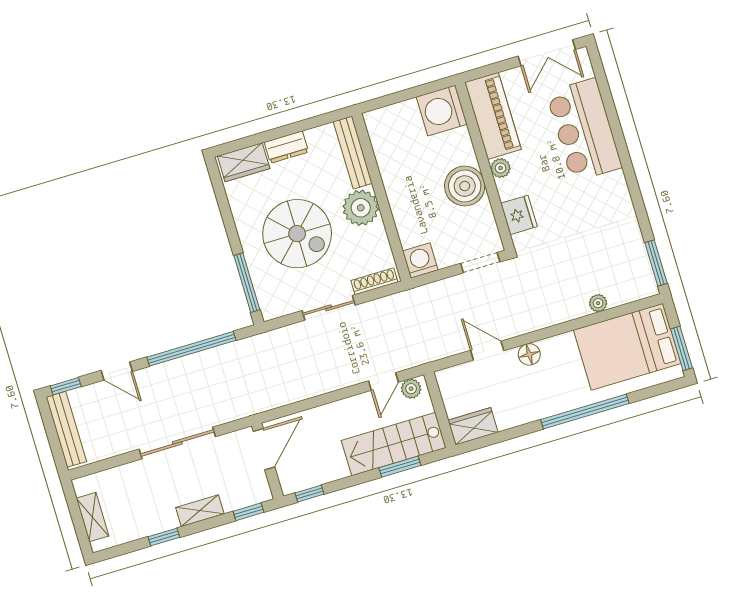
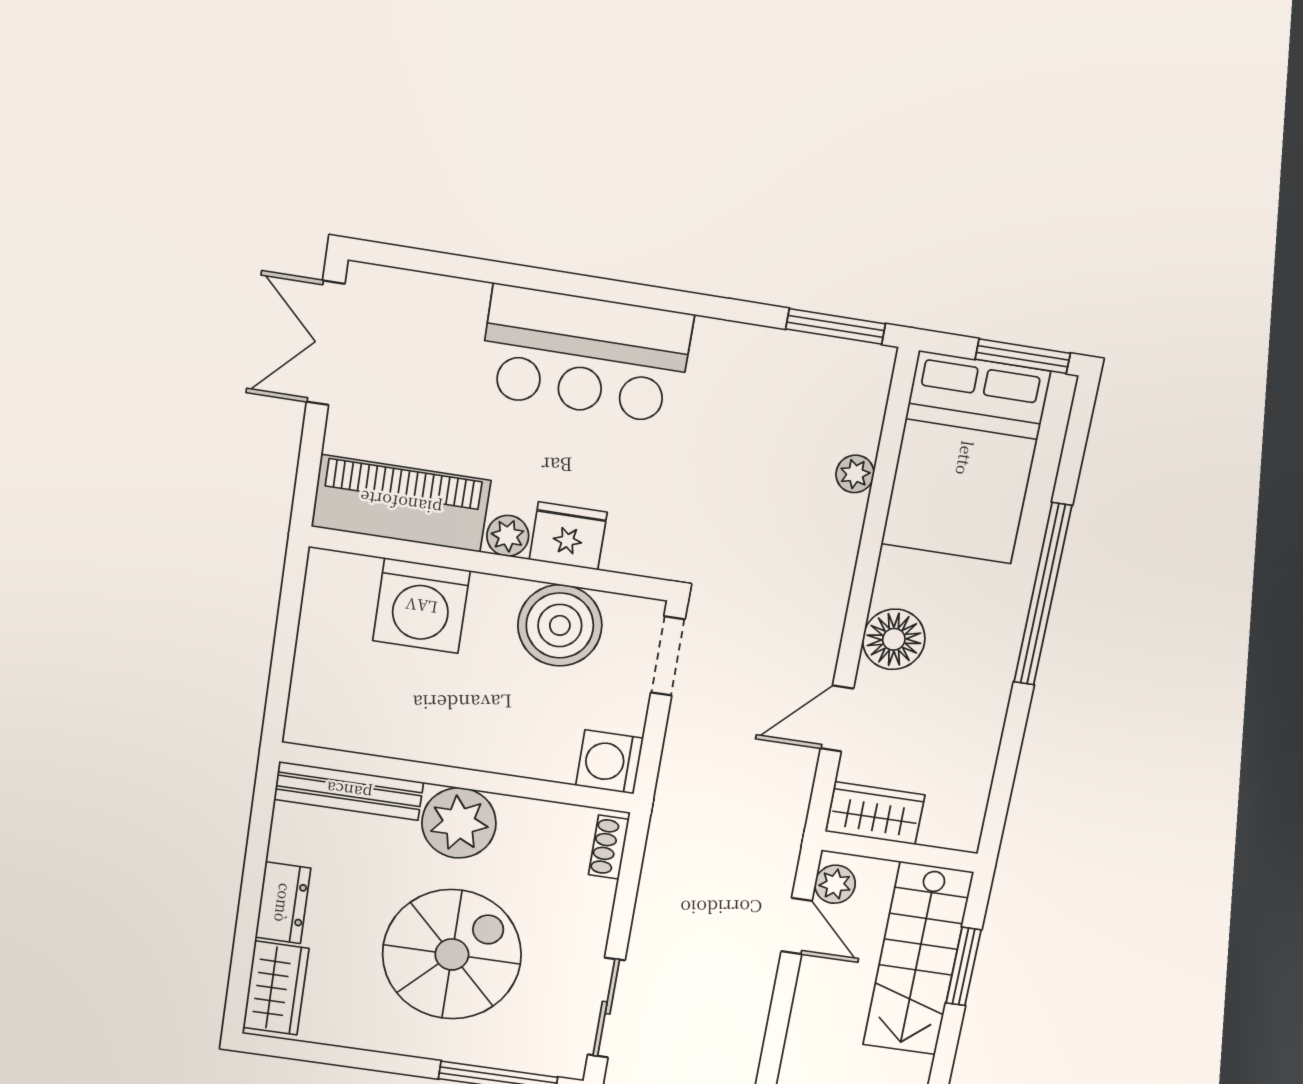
double door: (547, 53) -> (326, 343), swing flipped
washing machine: (442, 111) -> (421, 606), moved
bar counter: (584, 130) -> (585, 354), moved
boiler: (465, 186) -> (560, 625), moved
fridge: (519, 215) -> (568, 536), moved
shoe rack: (374, 281) -> (609, 847), width x0.70
sliding door: (329, 308) -> (606, 1008), moved
floor lamp: (529, 354) -> (894, 639), width x1.38, depth x1.38
wardrobe: (473, 426) -> (875, 813), moved, turned 90

